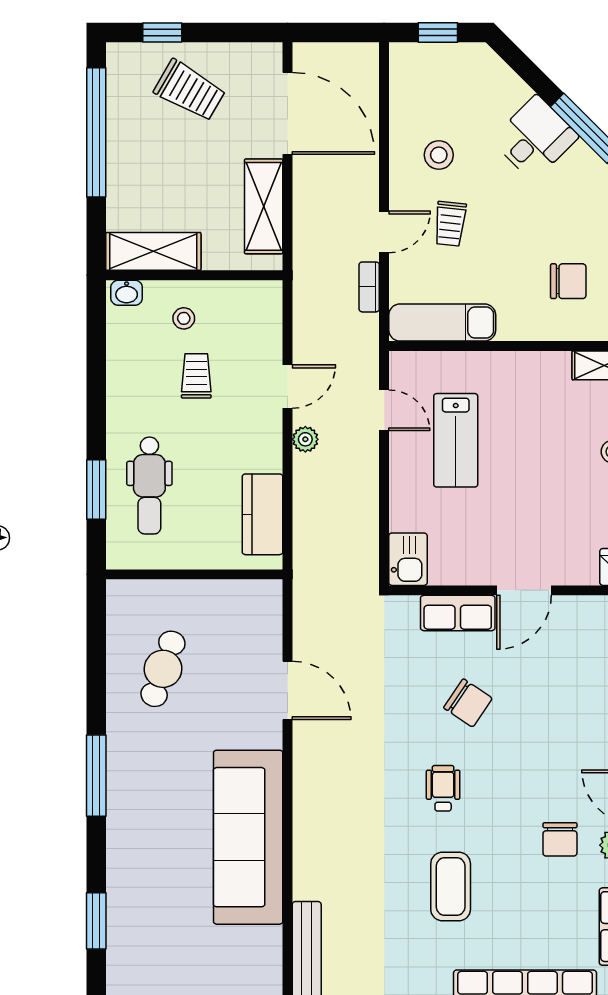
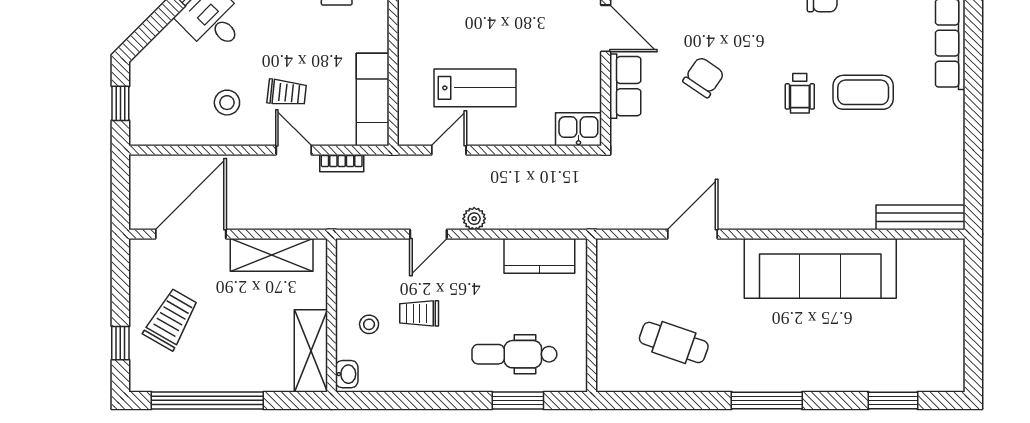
door: (288, 387) -> (428, 234), swing flipped
dental chair: (149, 486) -> (514, 354), turned 180
wheelchair: (443, 788) -> (800, 93), moved, turned -90

